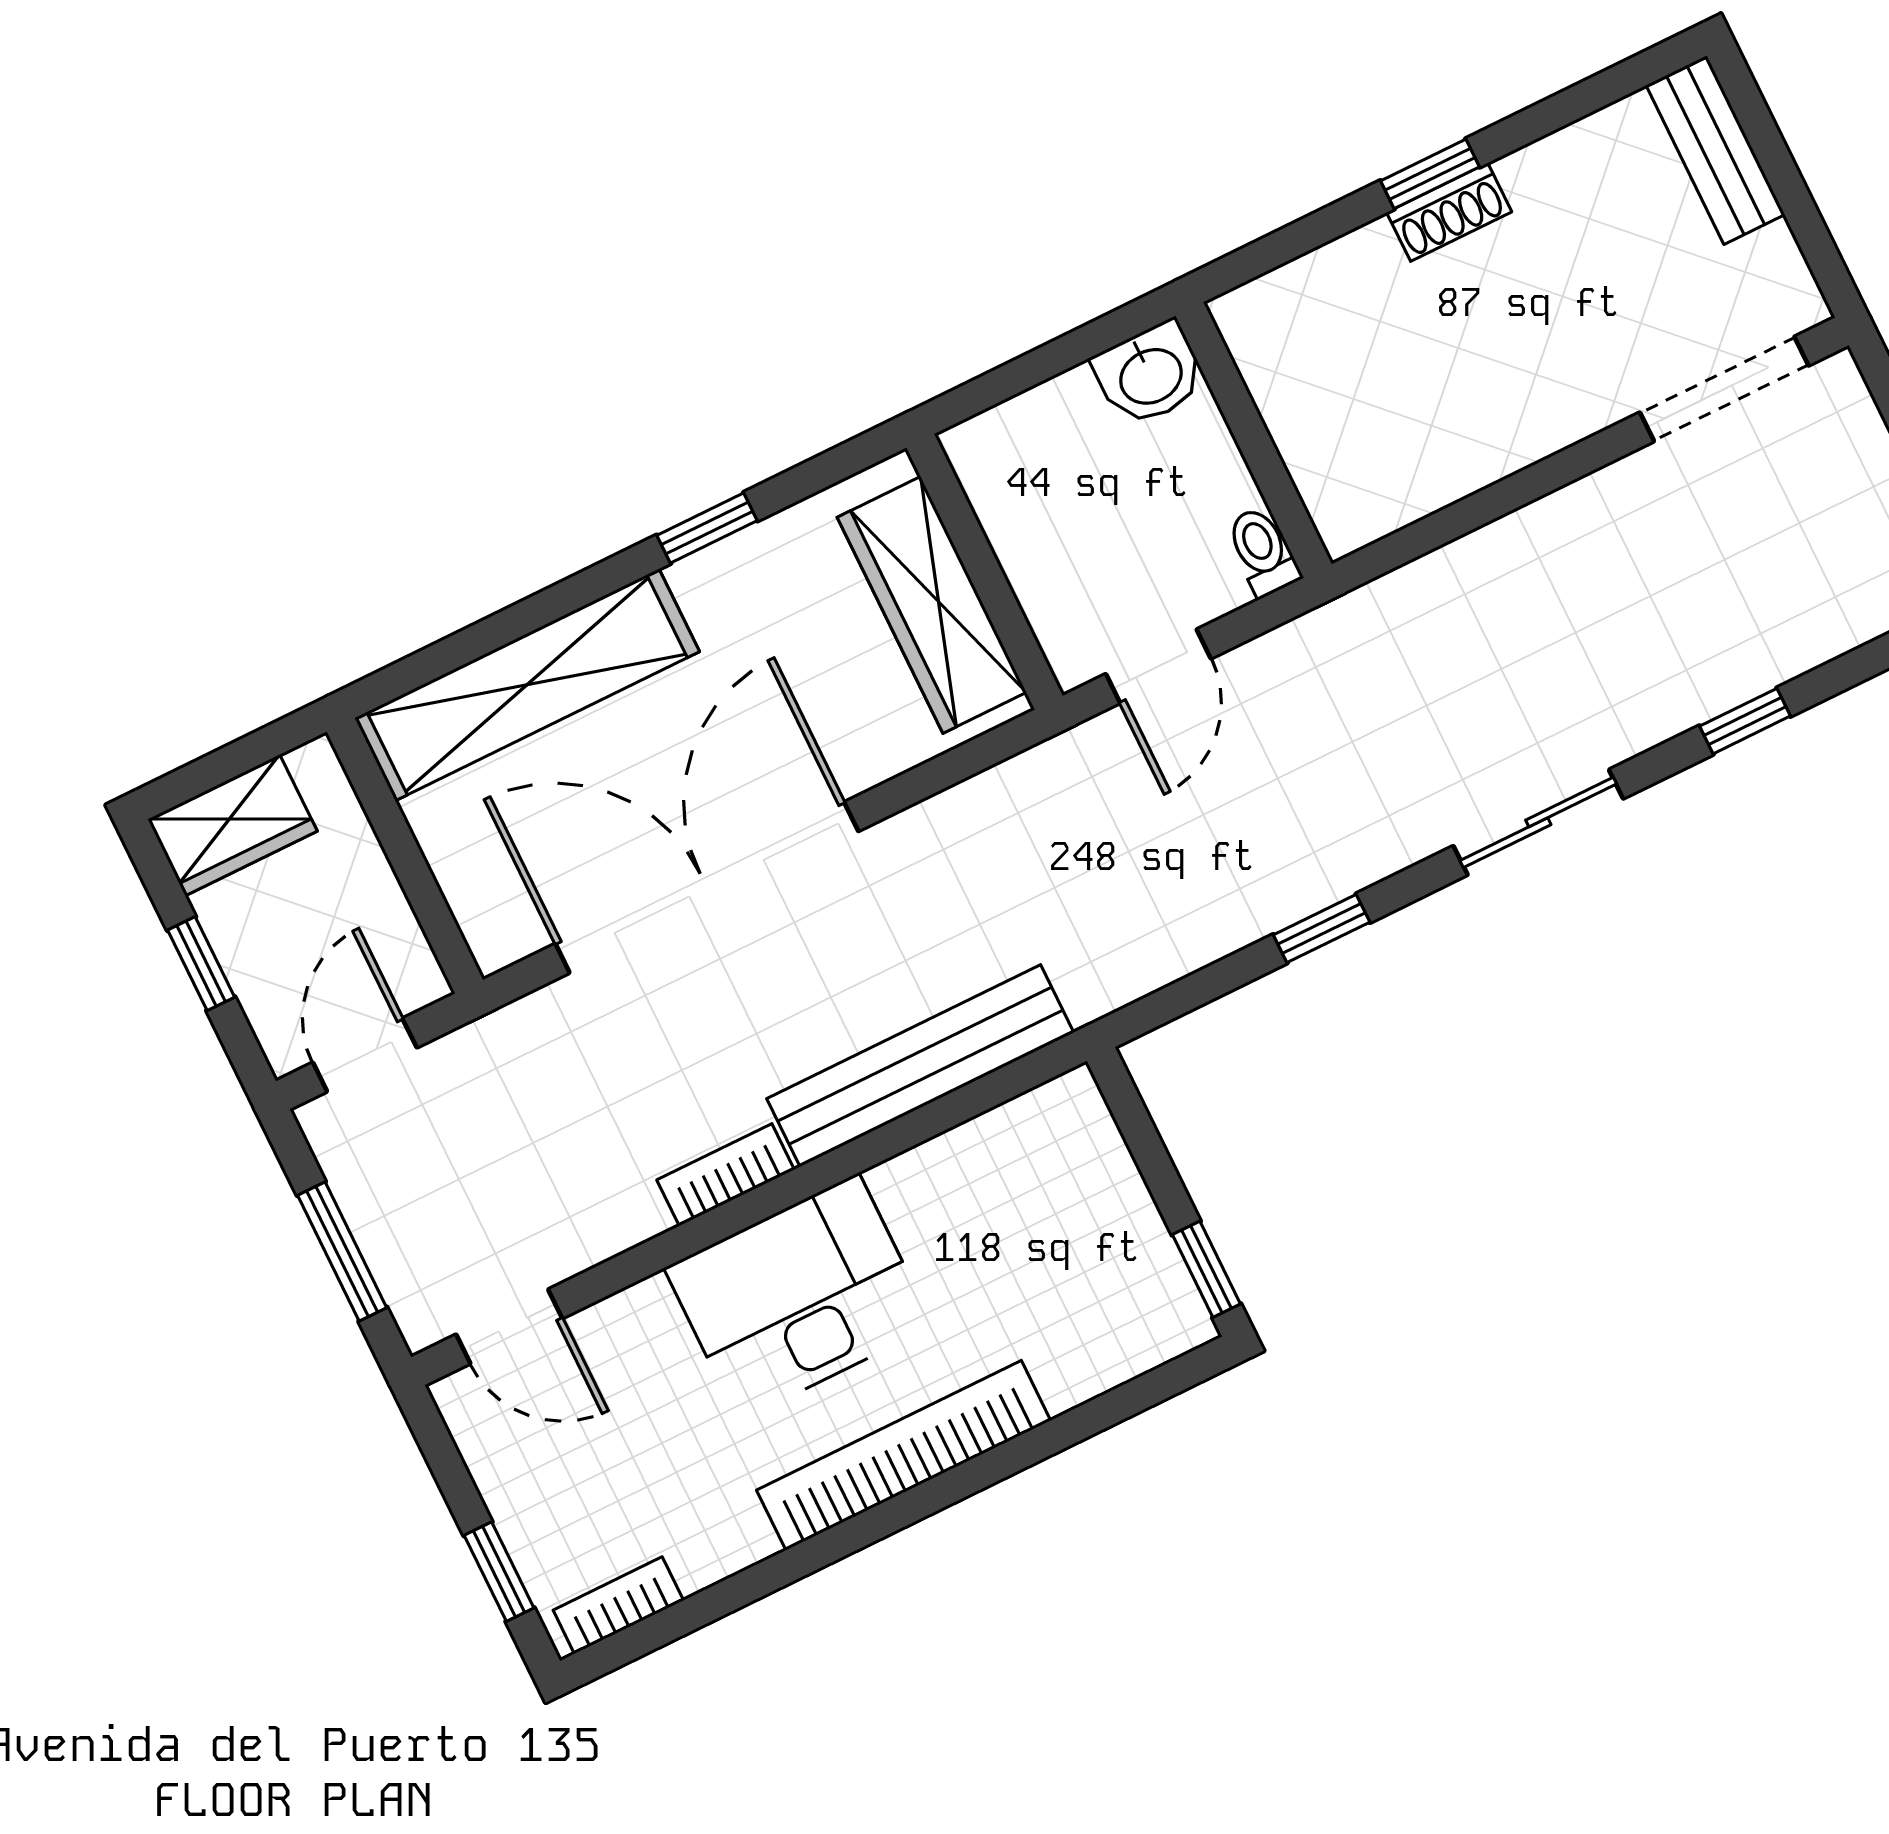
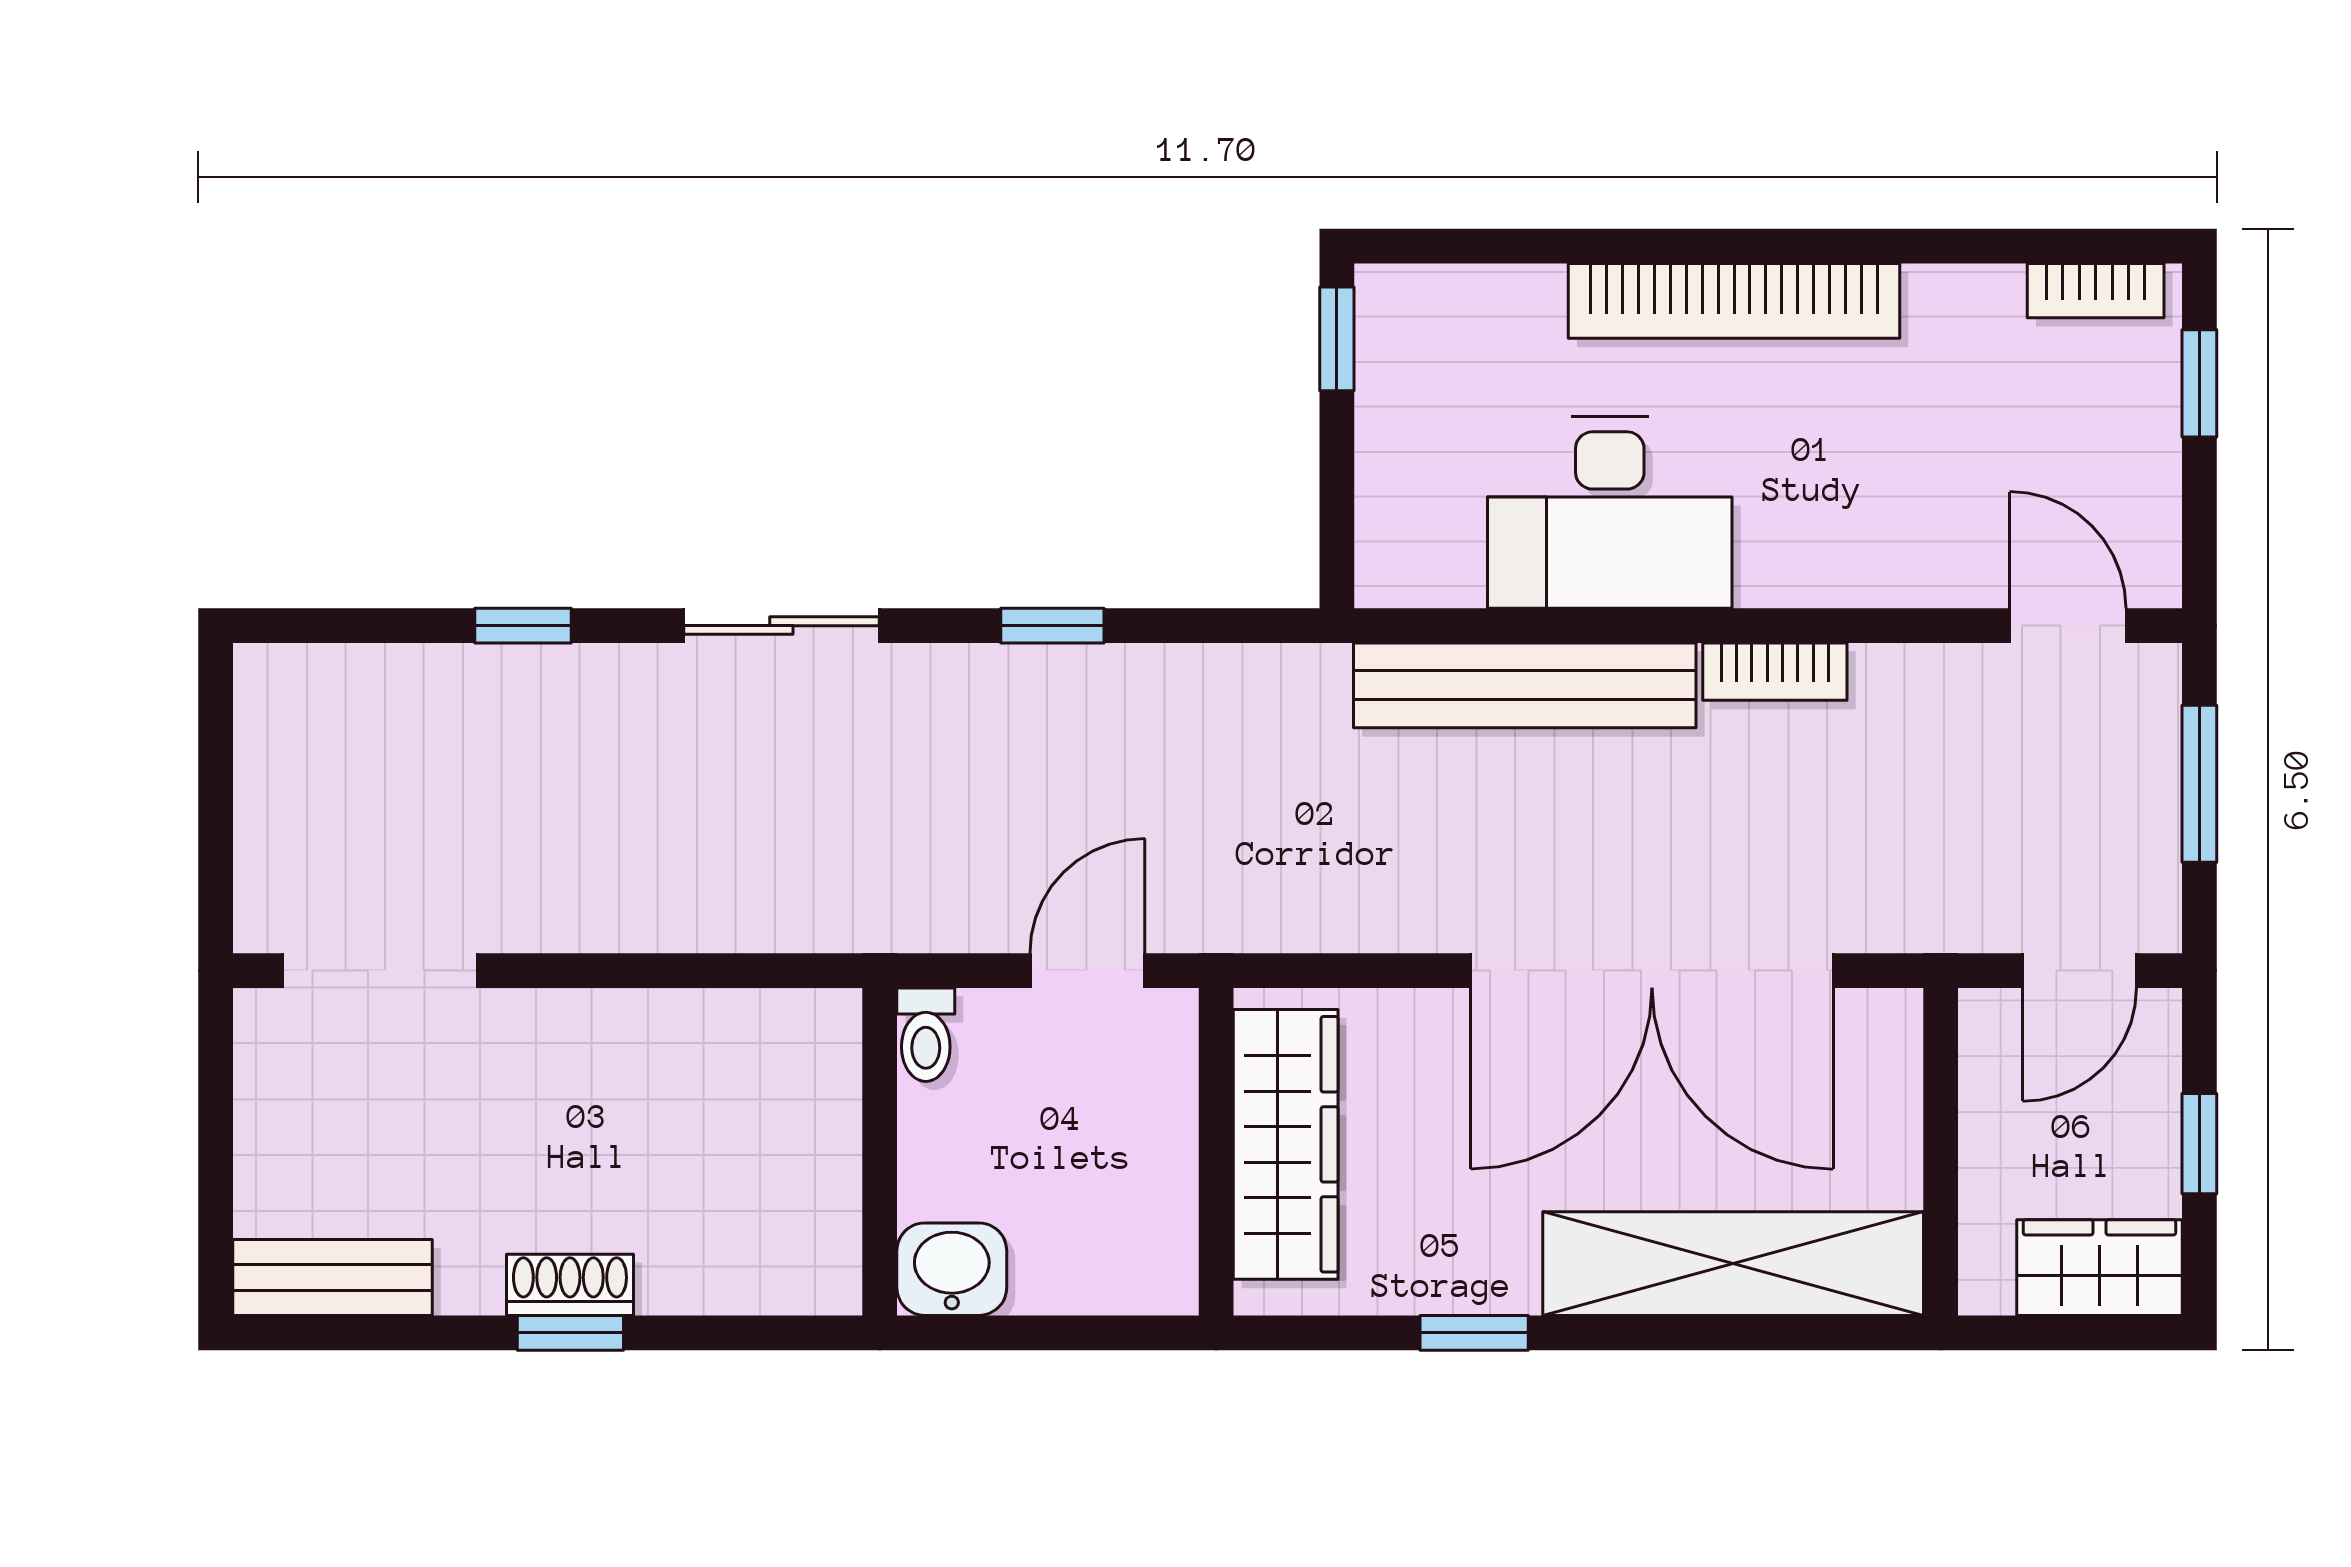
bench: (1715, 150) -> (332, 1277), moved, turned 90
desk: (799, 1297) -> (1610, 512), moved

